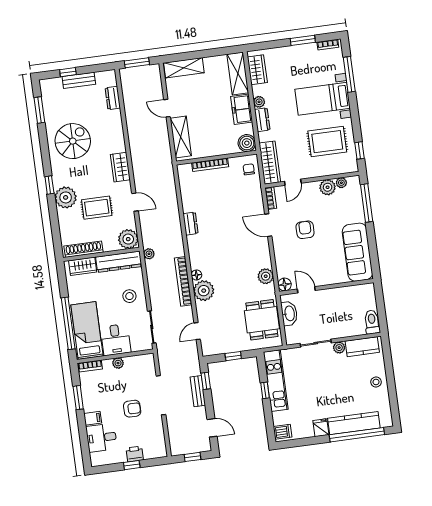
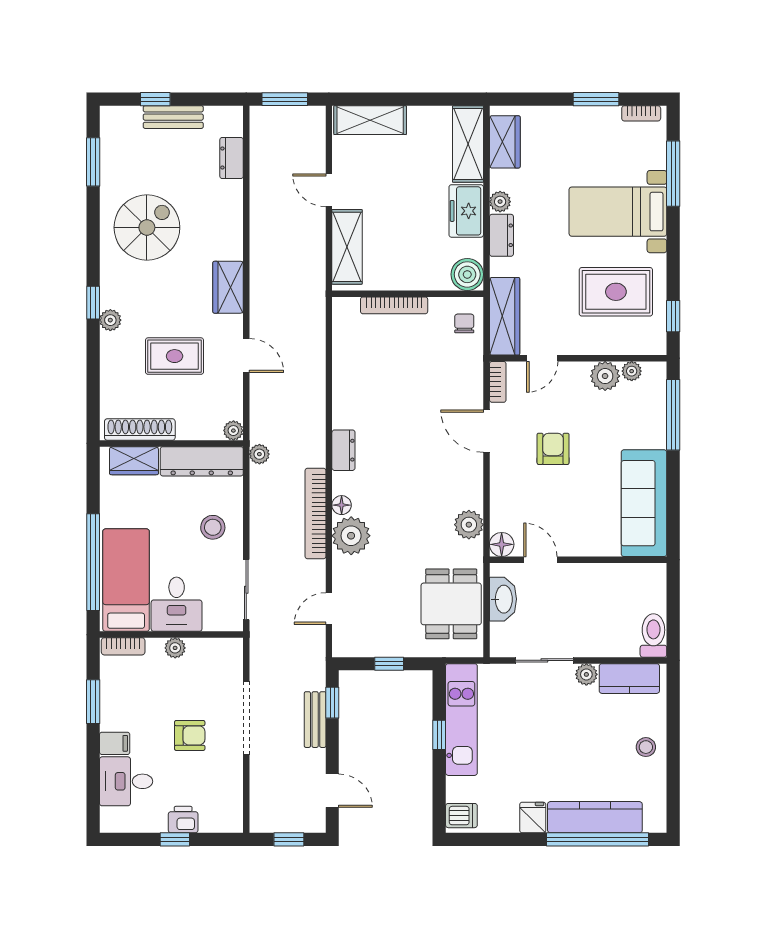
plant: (66, 197) -> (110, 320), width x0.53, depth x0.53
dresser: (191, 224) -> (343, 450), moved
plant: (128, 239) -> (233, 431), width x0.53, depth x0.53

